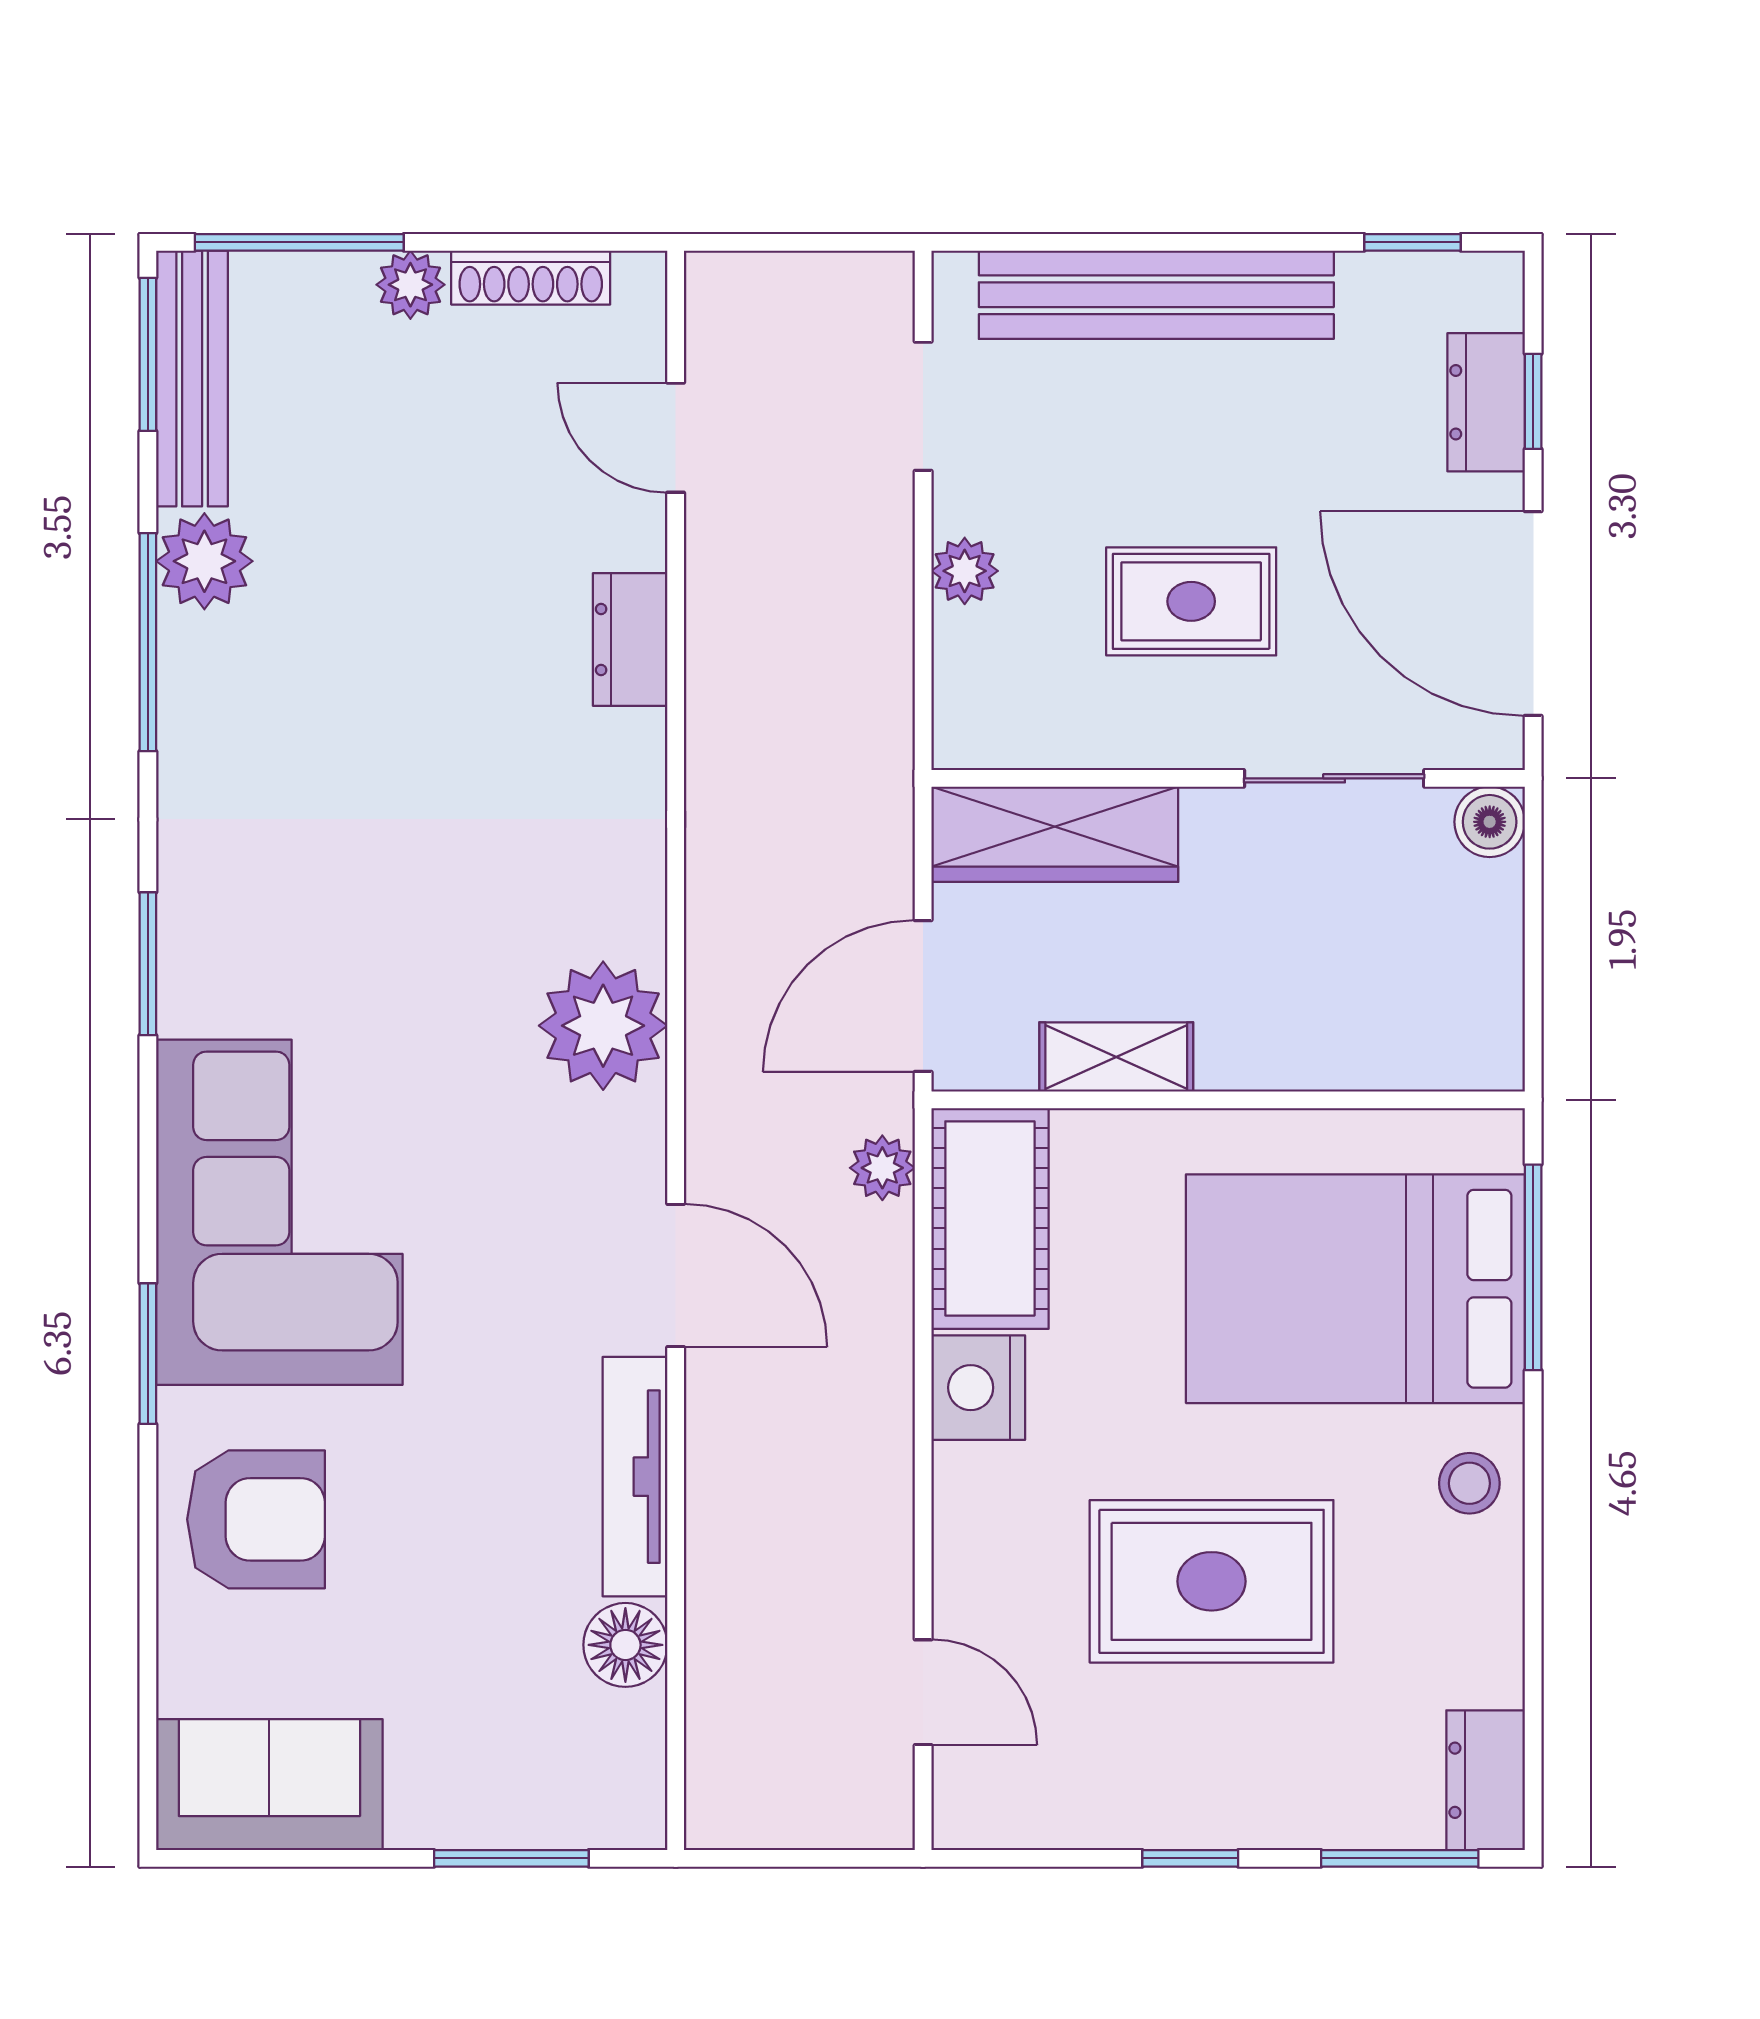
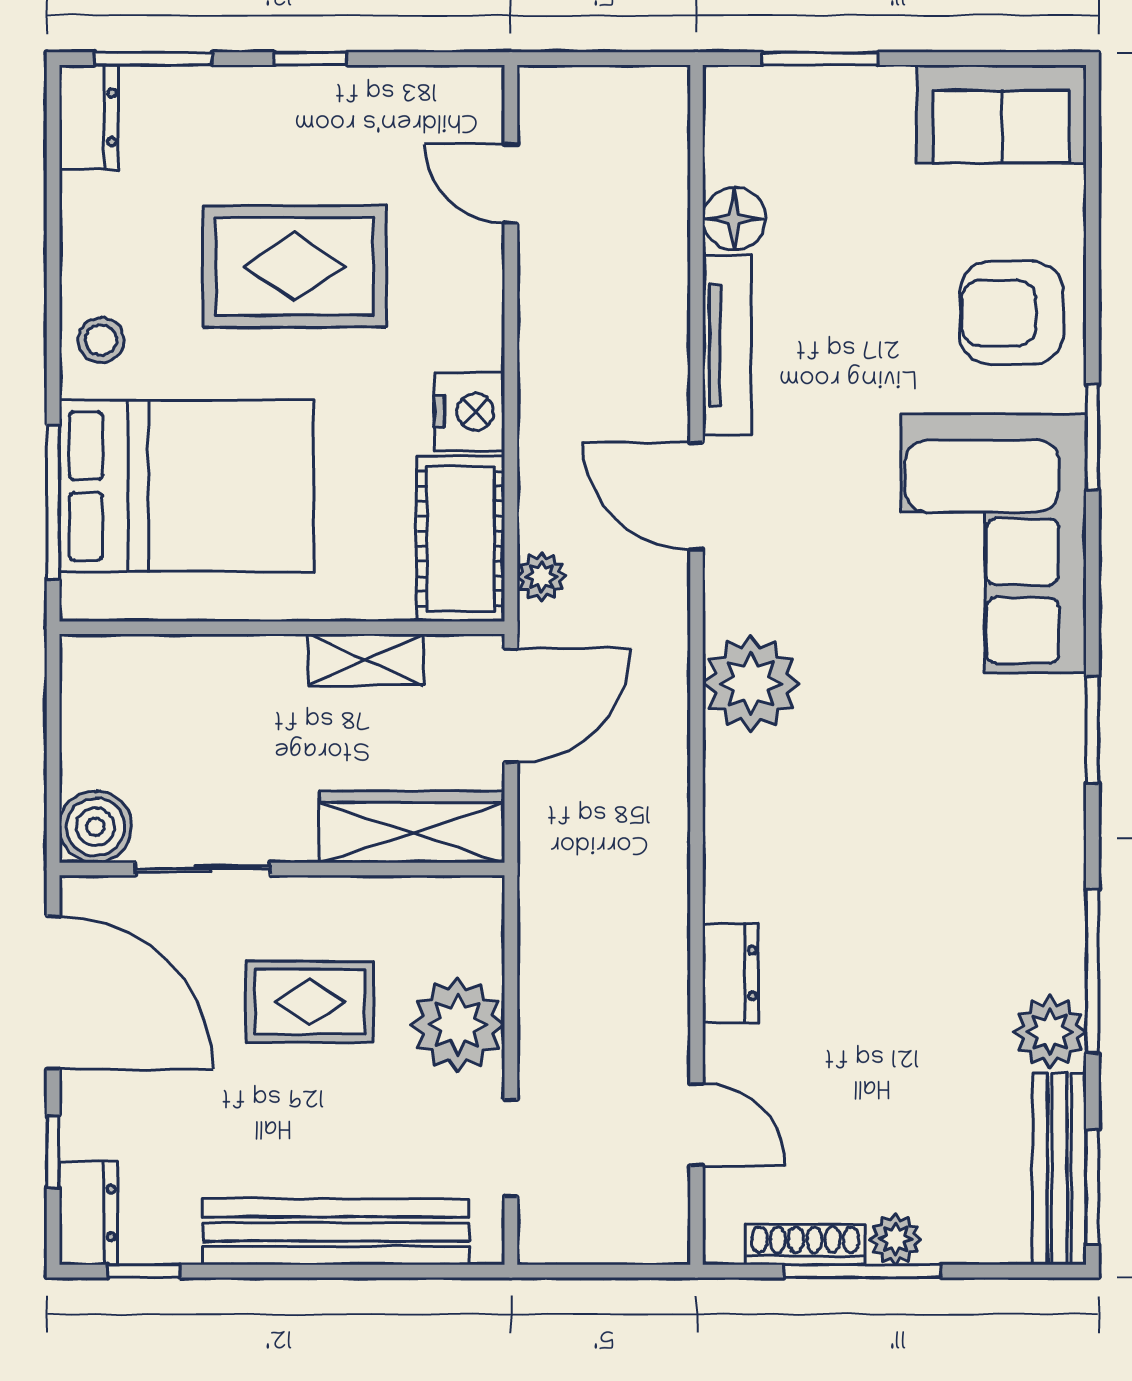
window: (299, 242) -> (862, 1271), moved
dresser: (1486, 402) -> (88, 1213), moved
plant: (965, 571) -> (458, 1025), width x1.88, depth x1.88
boiler: (1490, 822) -> (95, 827), width x1.36, depth x1.36

